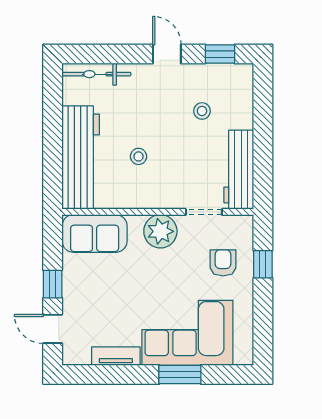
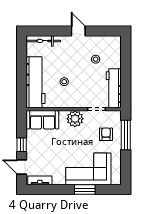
window: (220, 54) -> (104, 31), removed
window: (263, 264) -> (126, 135), width x2.17
tv unit: (116, 356) -> (40, 180), moved

